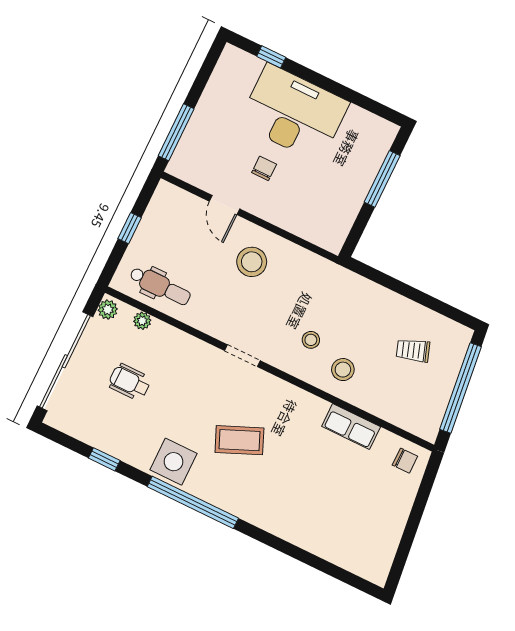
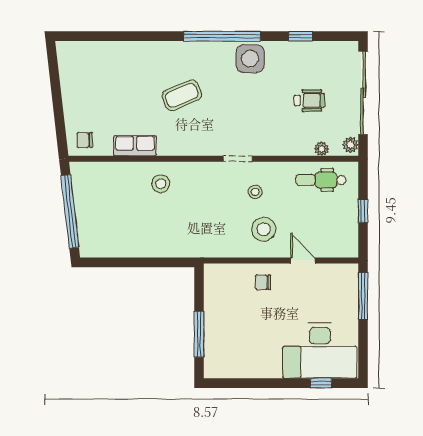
desk: (294, 113) -> (320, 351), moved
chair: (264, 168) -> (263, 282), moved, turned 90
stool: (311, 340) -> (255, 192), moved
trolley: (413, 350) -> (117, 222), removed
coffee table: (239, 440) -> (182, 95), moved

